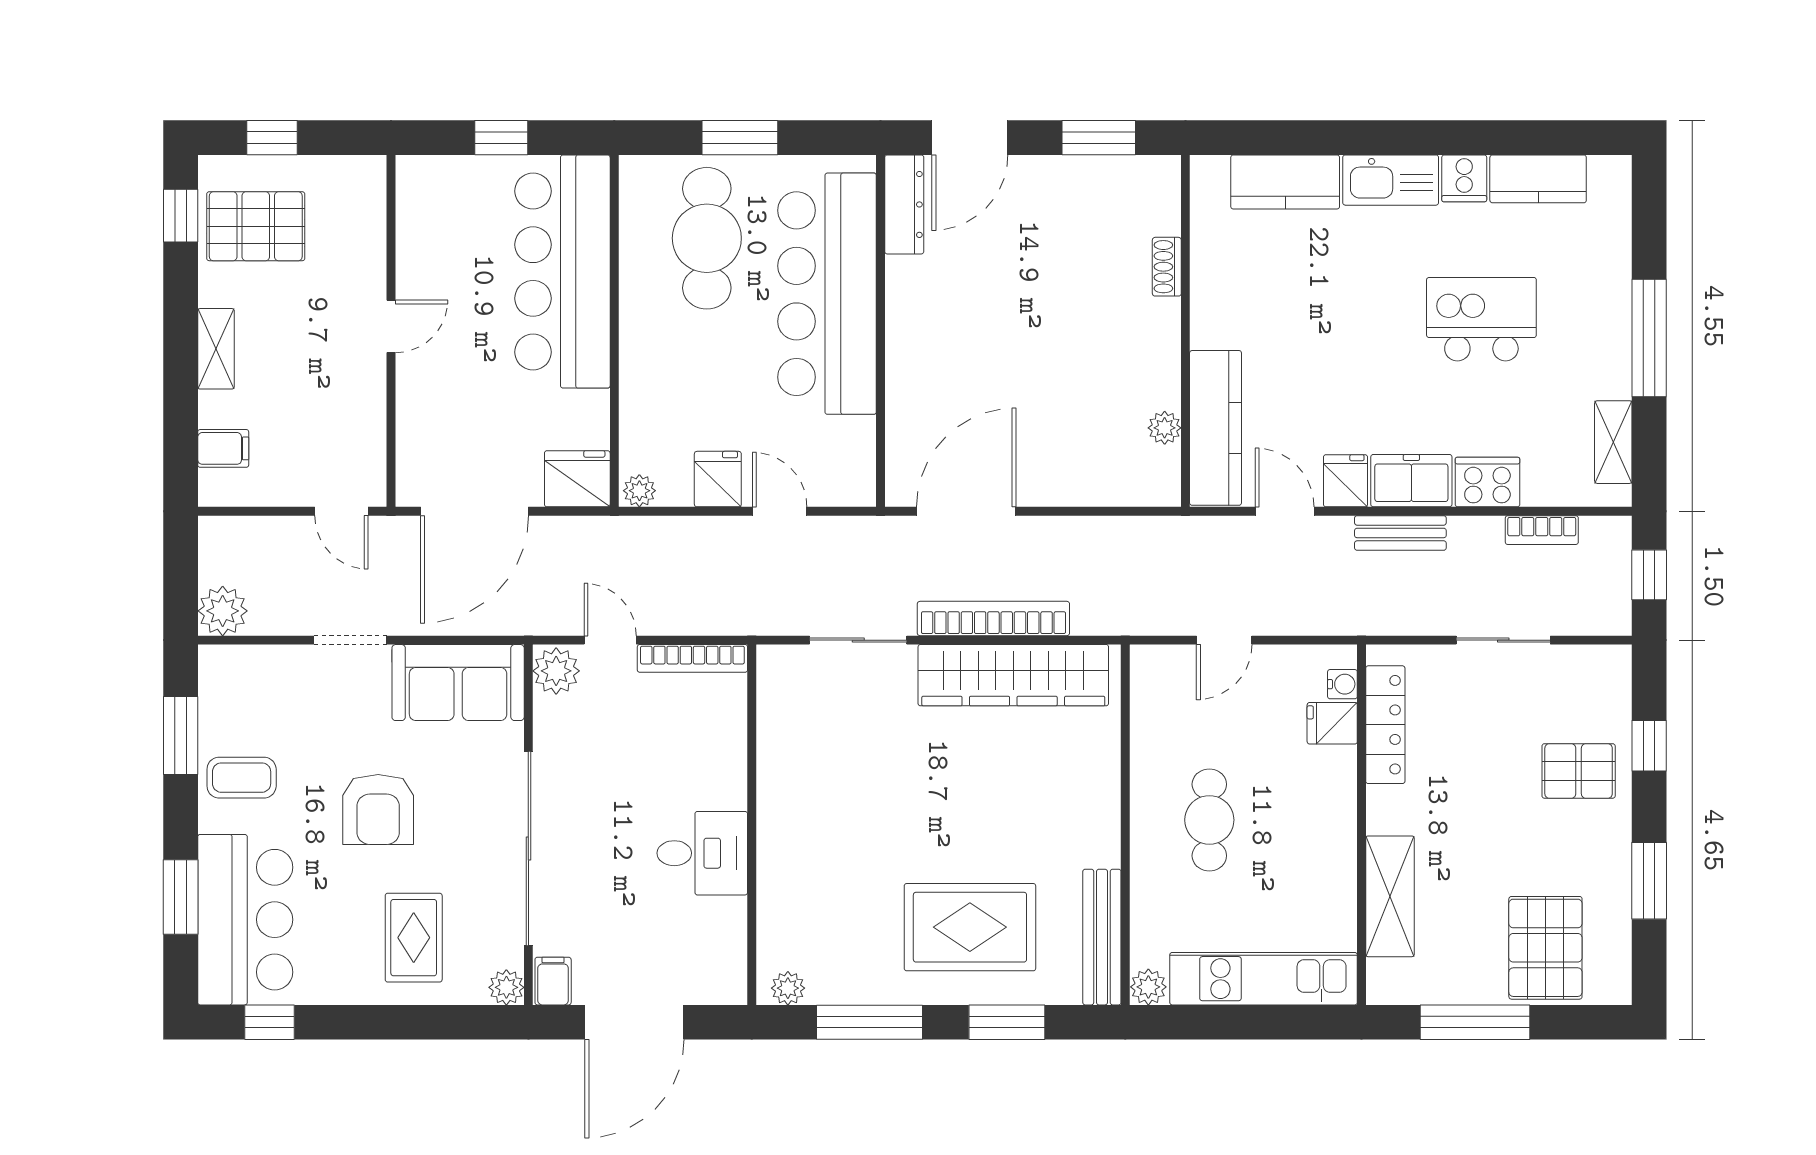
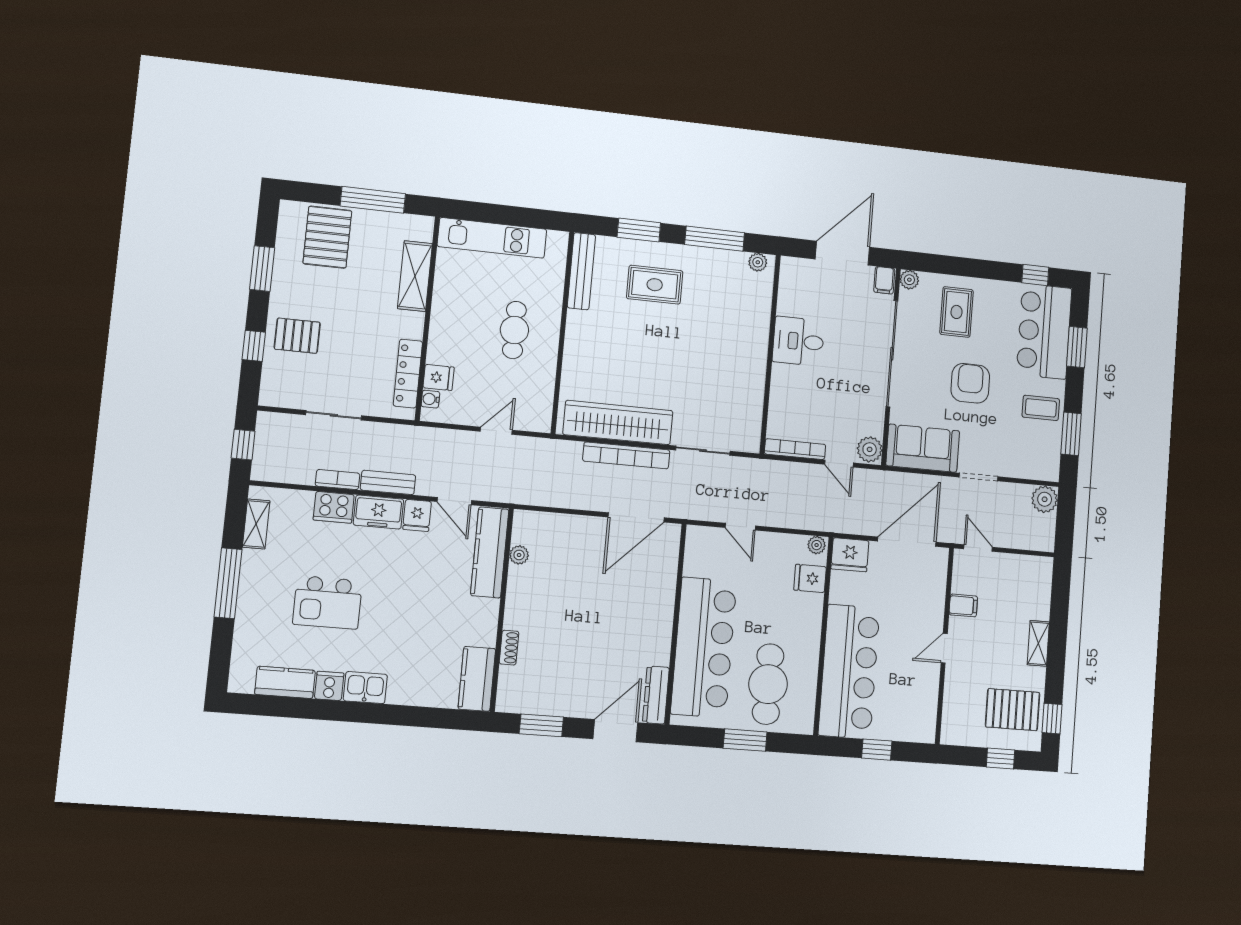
kitchen sink: (1391, 180) -> (365, 688), width x0.73
kitchen counter: (1285, 182) -> (477, 679), moved, turned -90
filing cabinet: (223, 448) -> (963, 606), moved, turned 180
fridge: (718, 479) -> (810, 578), moved, turned 90
bookcase: (1542, 530) -> (338, 480), moved
rug: (970, 927) -> (655, 285), width x0.73, depth x0.70
plant: (1148, 987) -> (558, 241), removed

